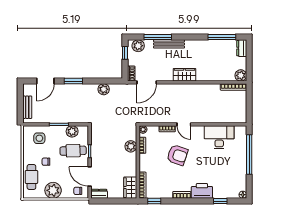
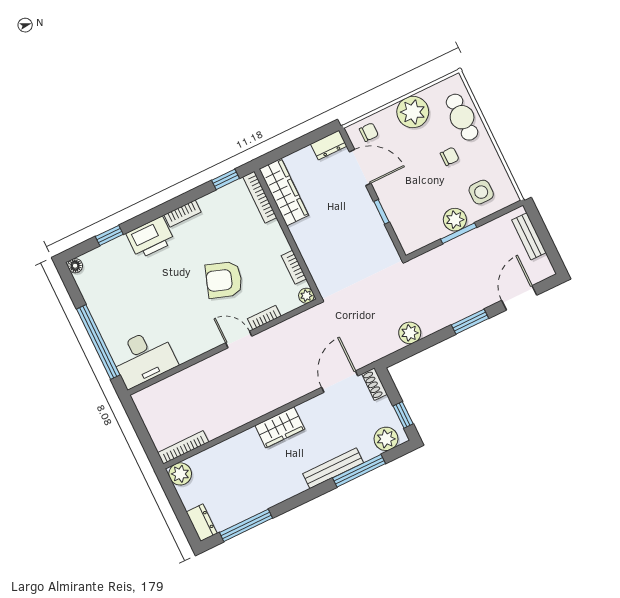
plant: (72, 131) -> (455, 220), moved
desk: (219, 137) -> (144, 358), moved
plant: (131, 146) -> (313, 256), removed
cafe table: (73, 151) -> (411, 199), removed
wardrobe: (130, 188) -> (284, 192), width x1.50

